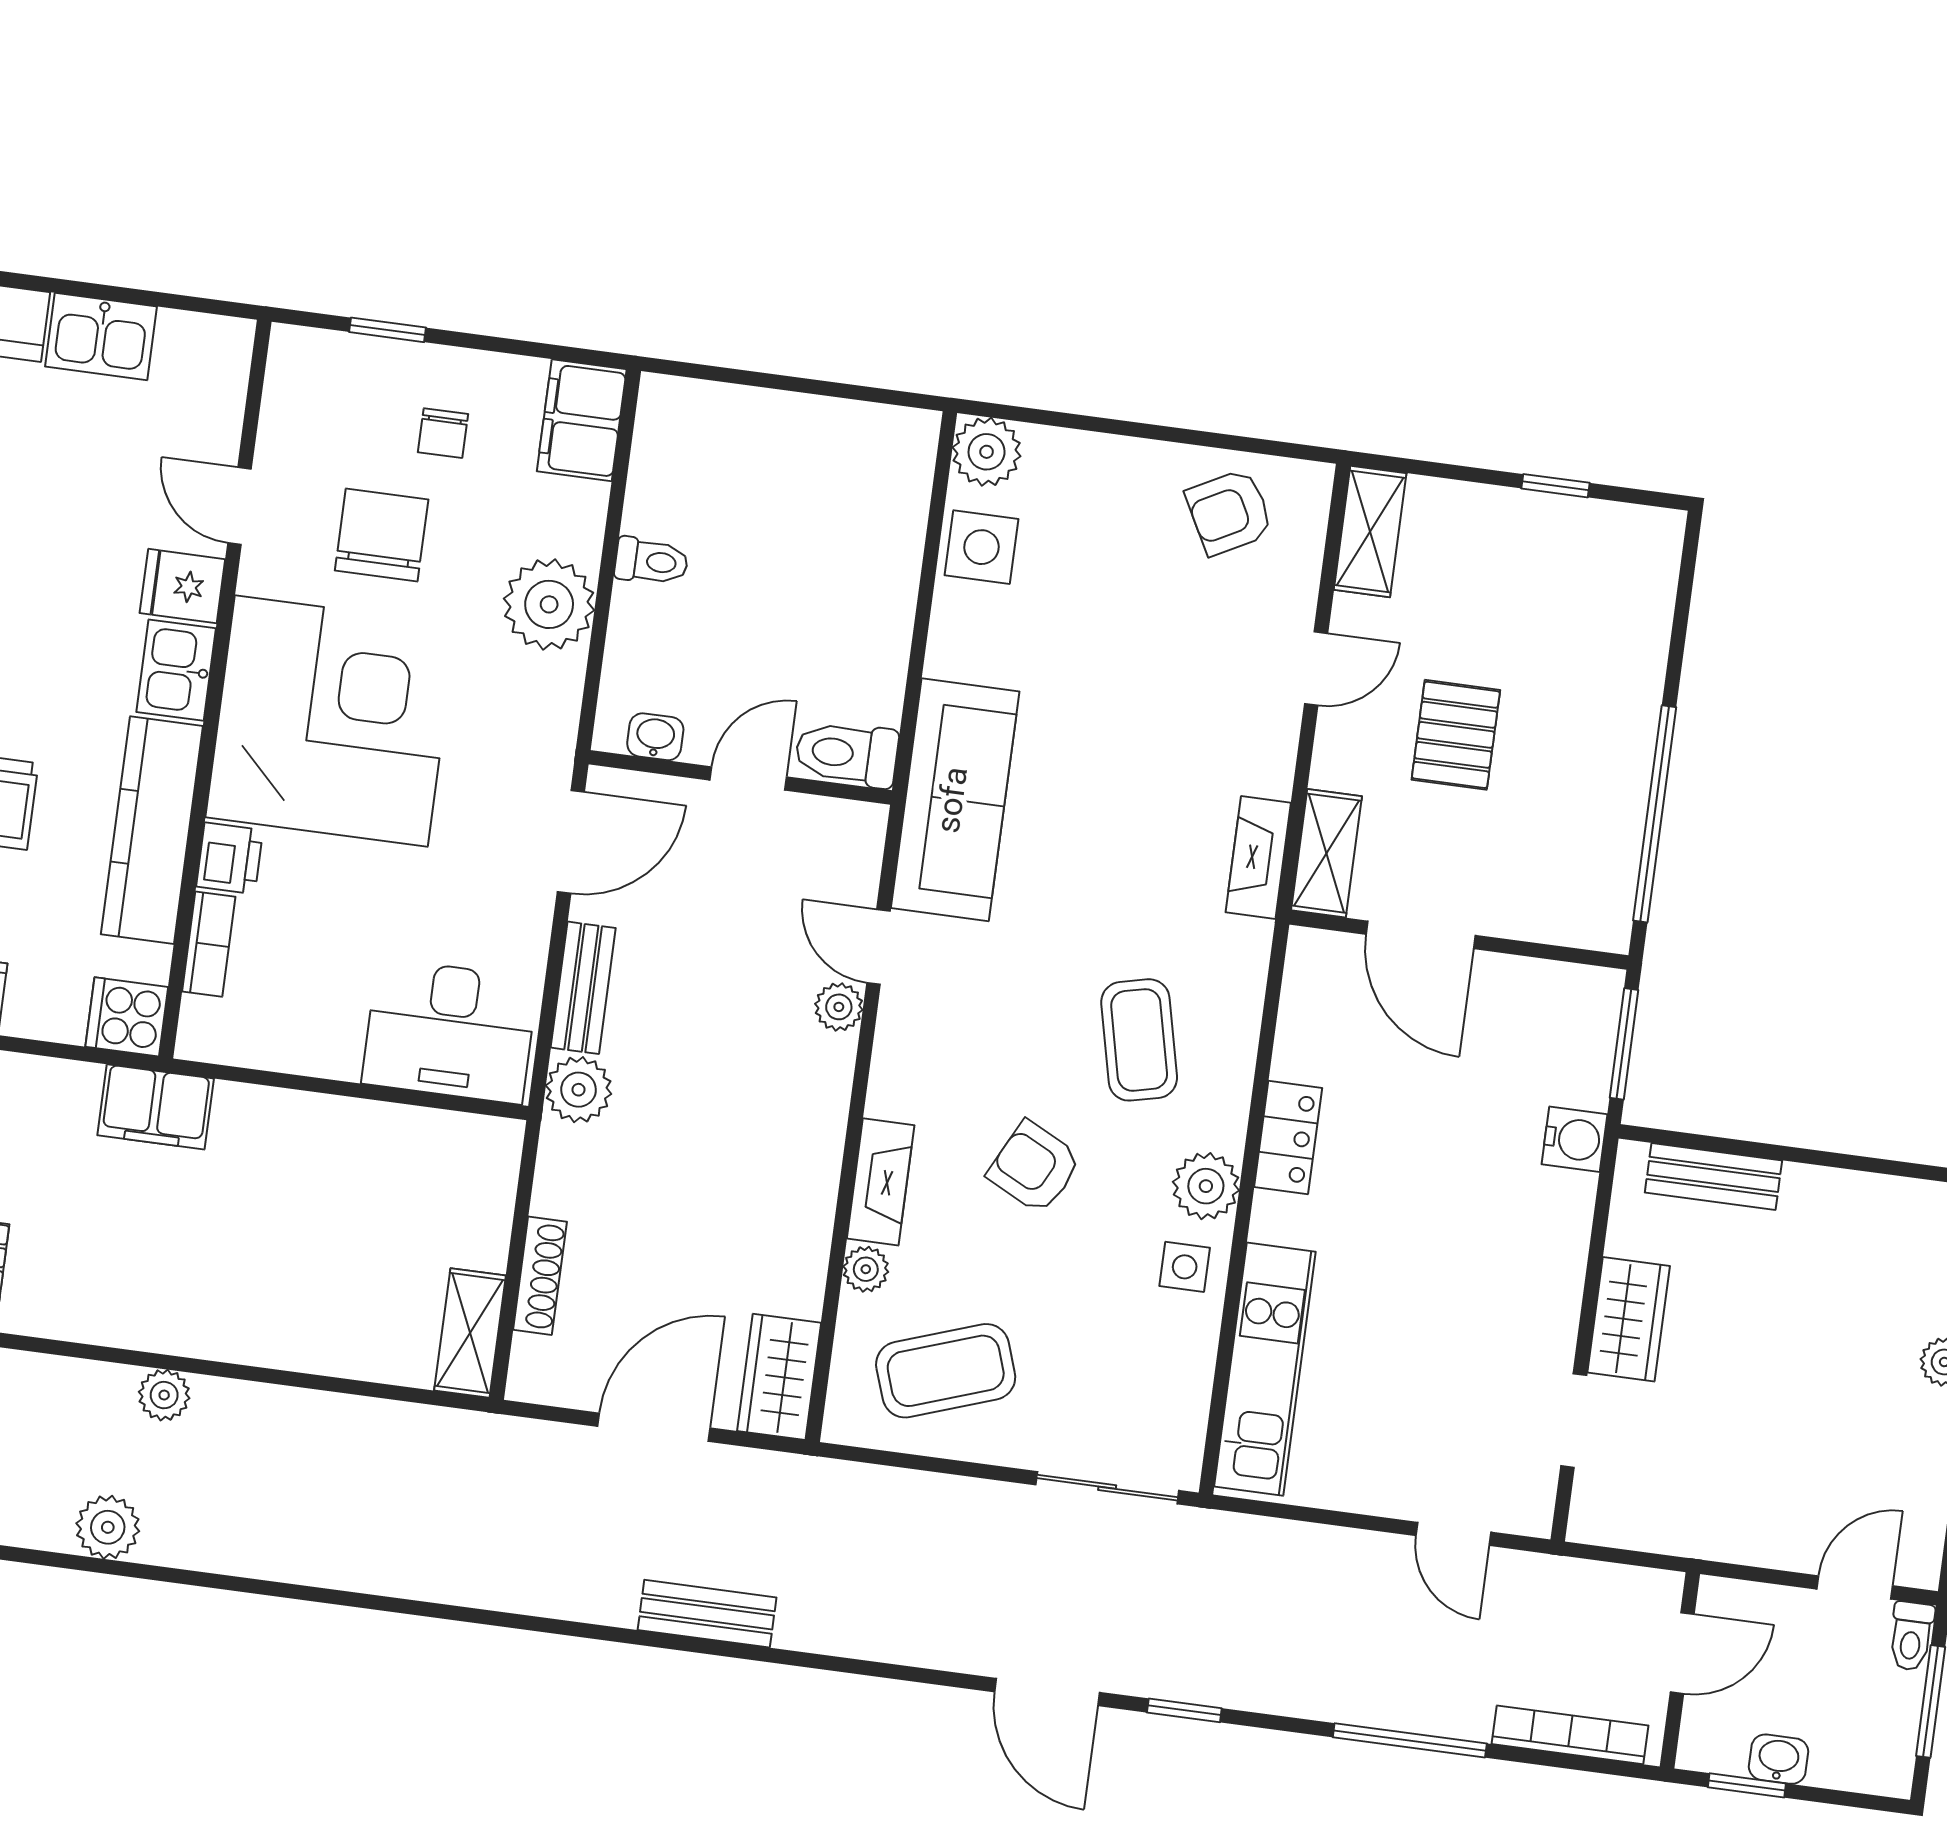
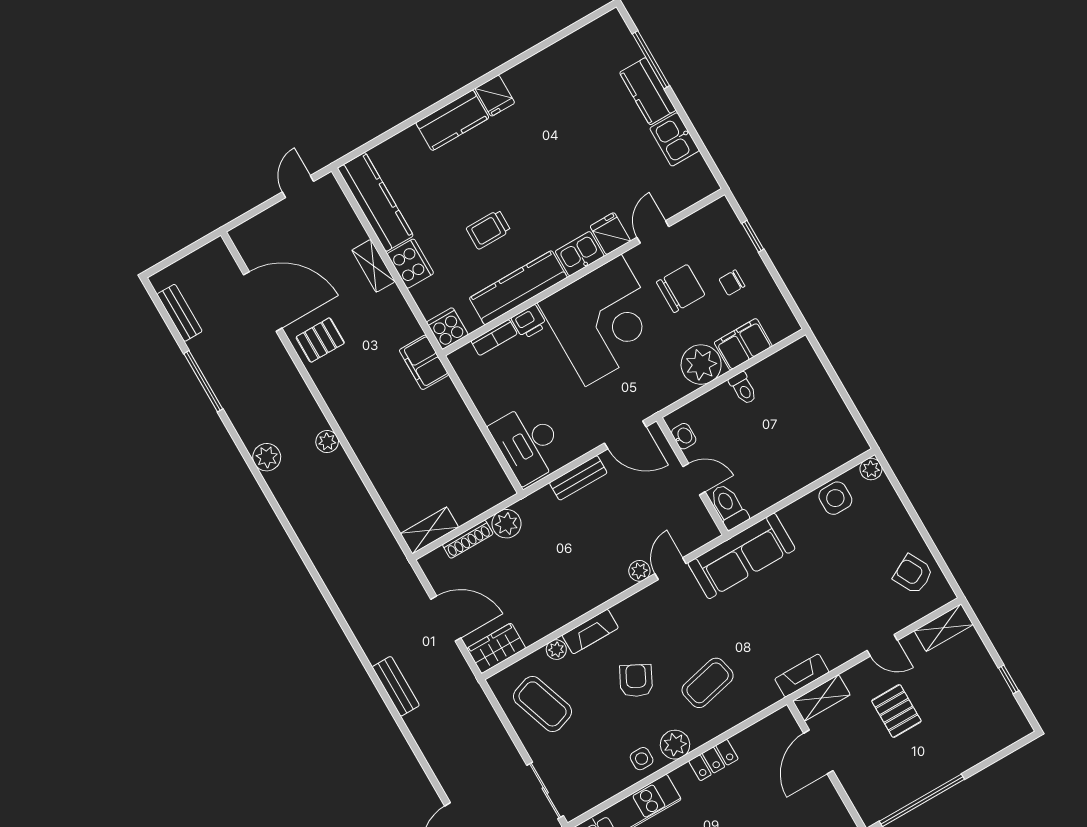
filing cabinet: (582, 420) -> (743, 344), moved
plant: (987, 452) -> (871, 469), width x0.73, depth x0.73
pallet: (1456, 735) -> (896, 711), turned 90
plant: (579, 1090) -> (506, 524), moved

